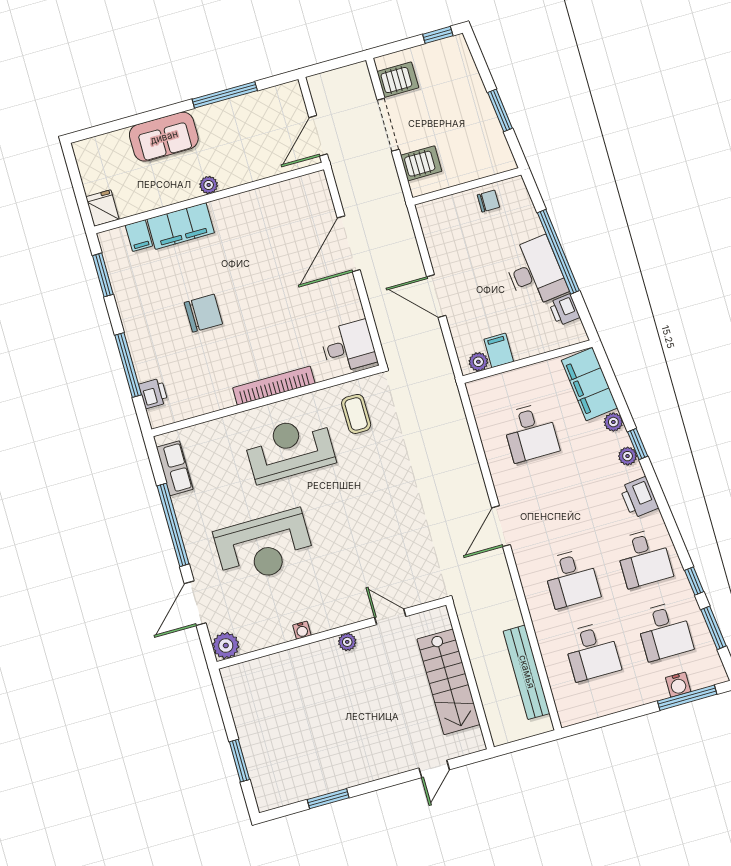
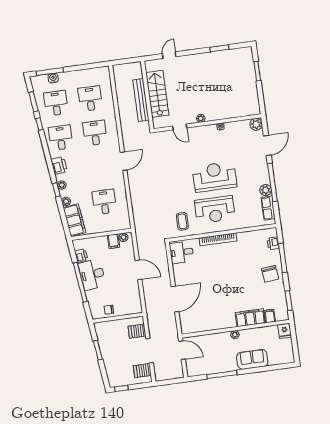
door: (318, 136) -> (182, 350), hinge flipped
chair: (203, 313) -> (270, 274), moved, turned -96
plant: (186, 506) -> (266, 190), added
reception desk: (264, 547) -> (215, 177), moved
bench: (527, 672) -> (141, 100), moved

